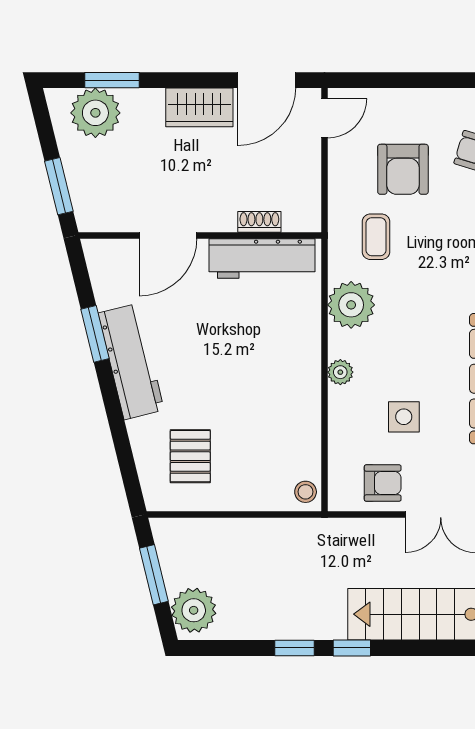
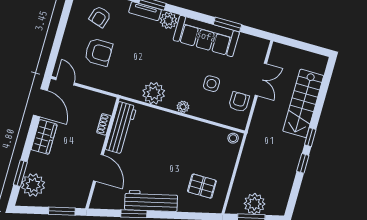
coffee table: (376, 237) -> (126, 73), removed
plant: (194, 610) -> (254, 204), moved

